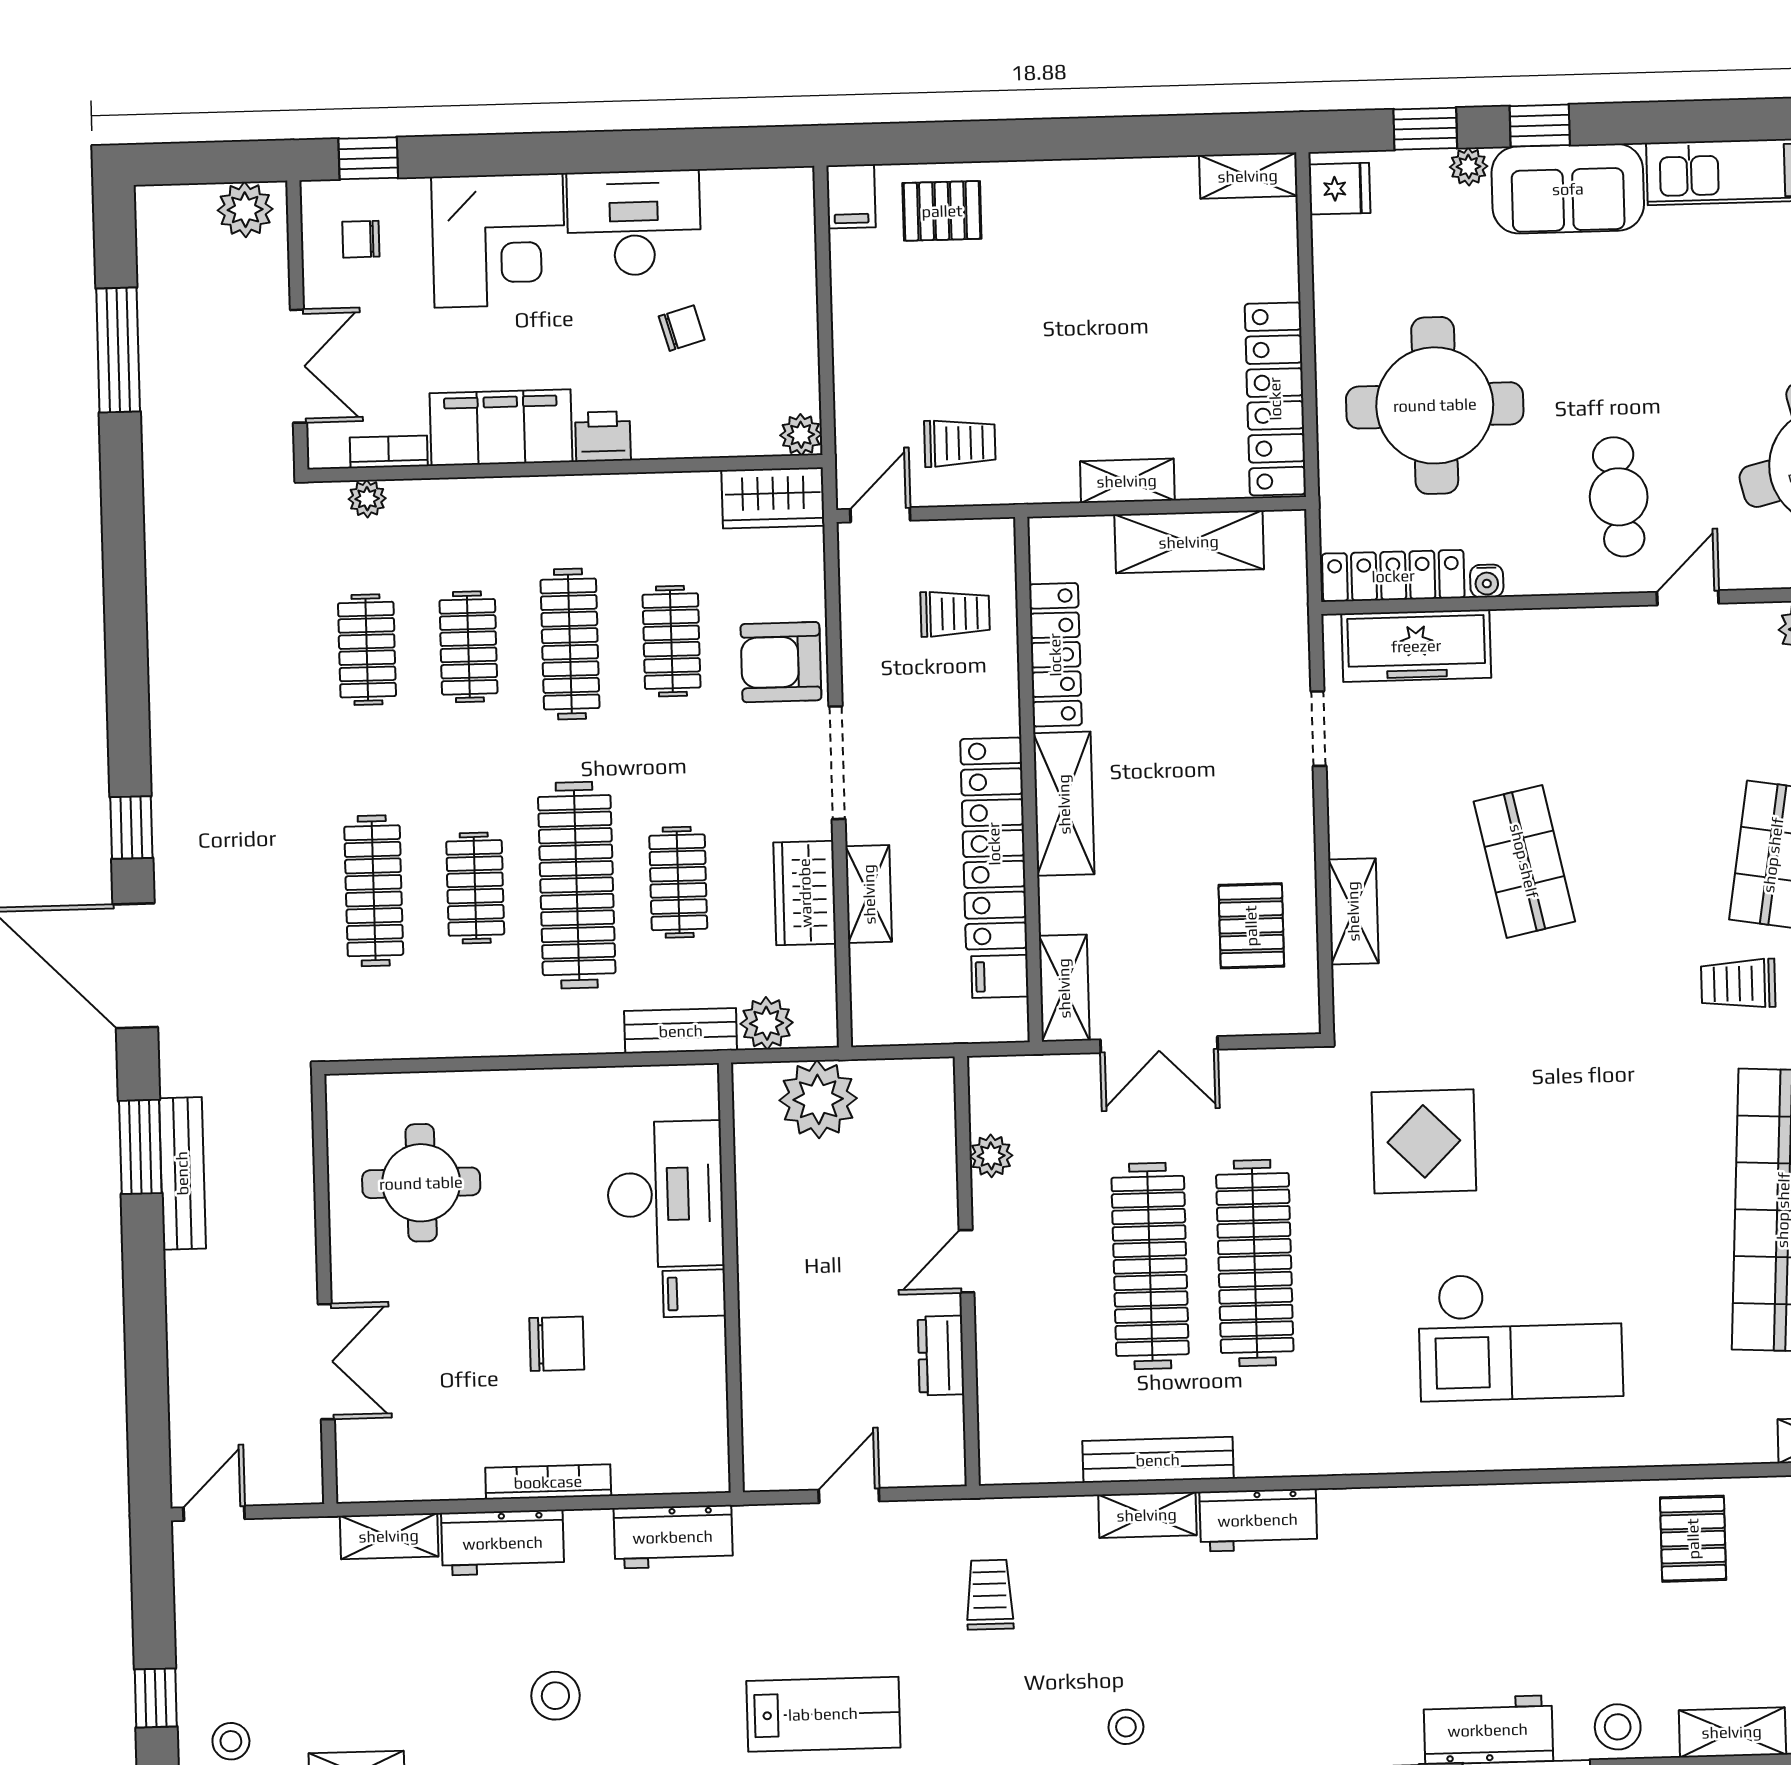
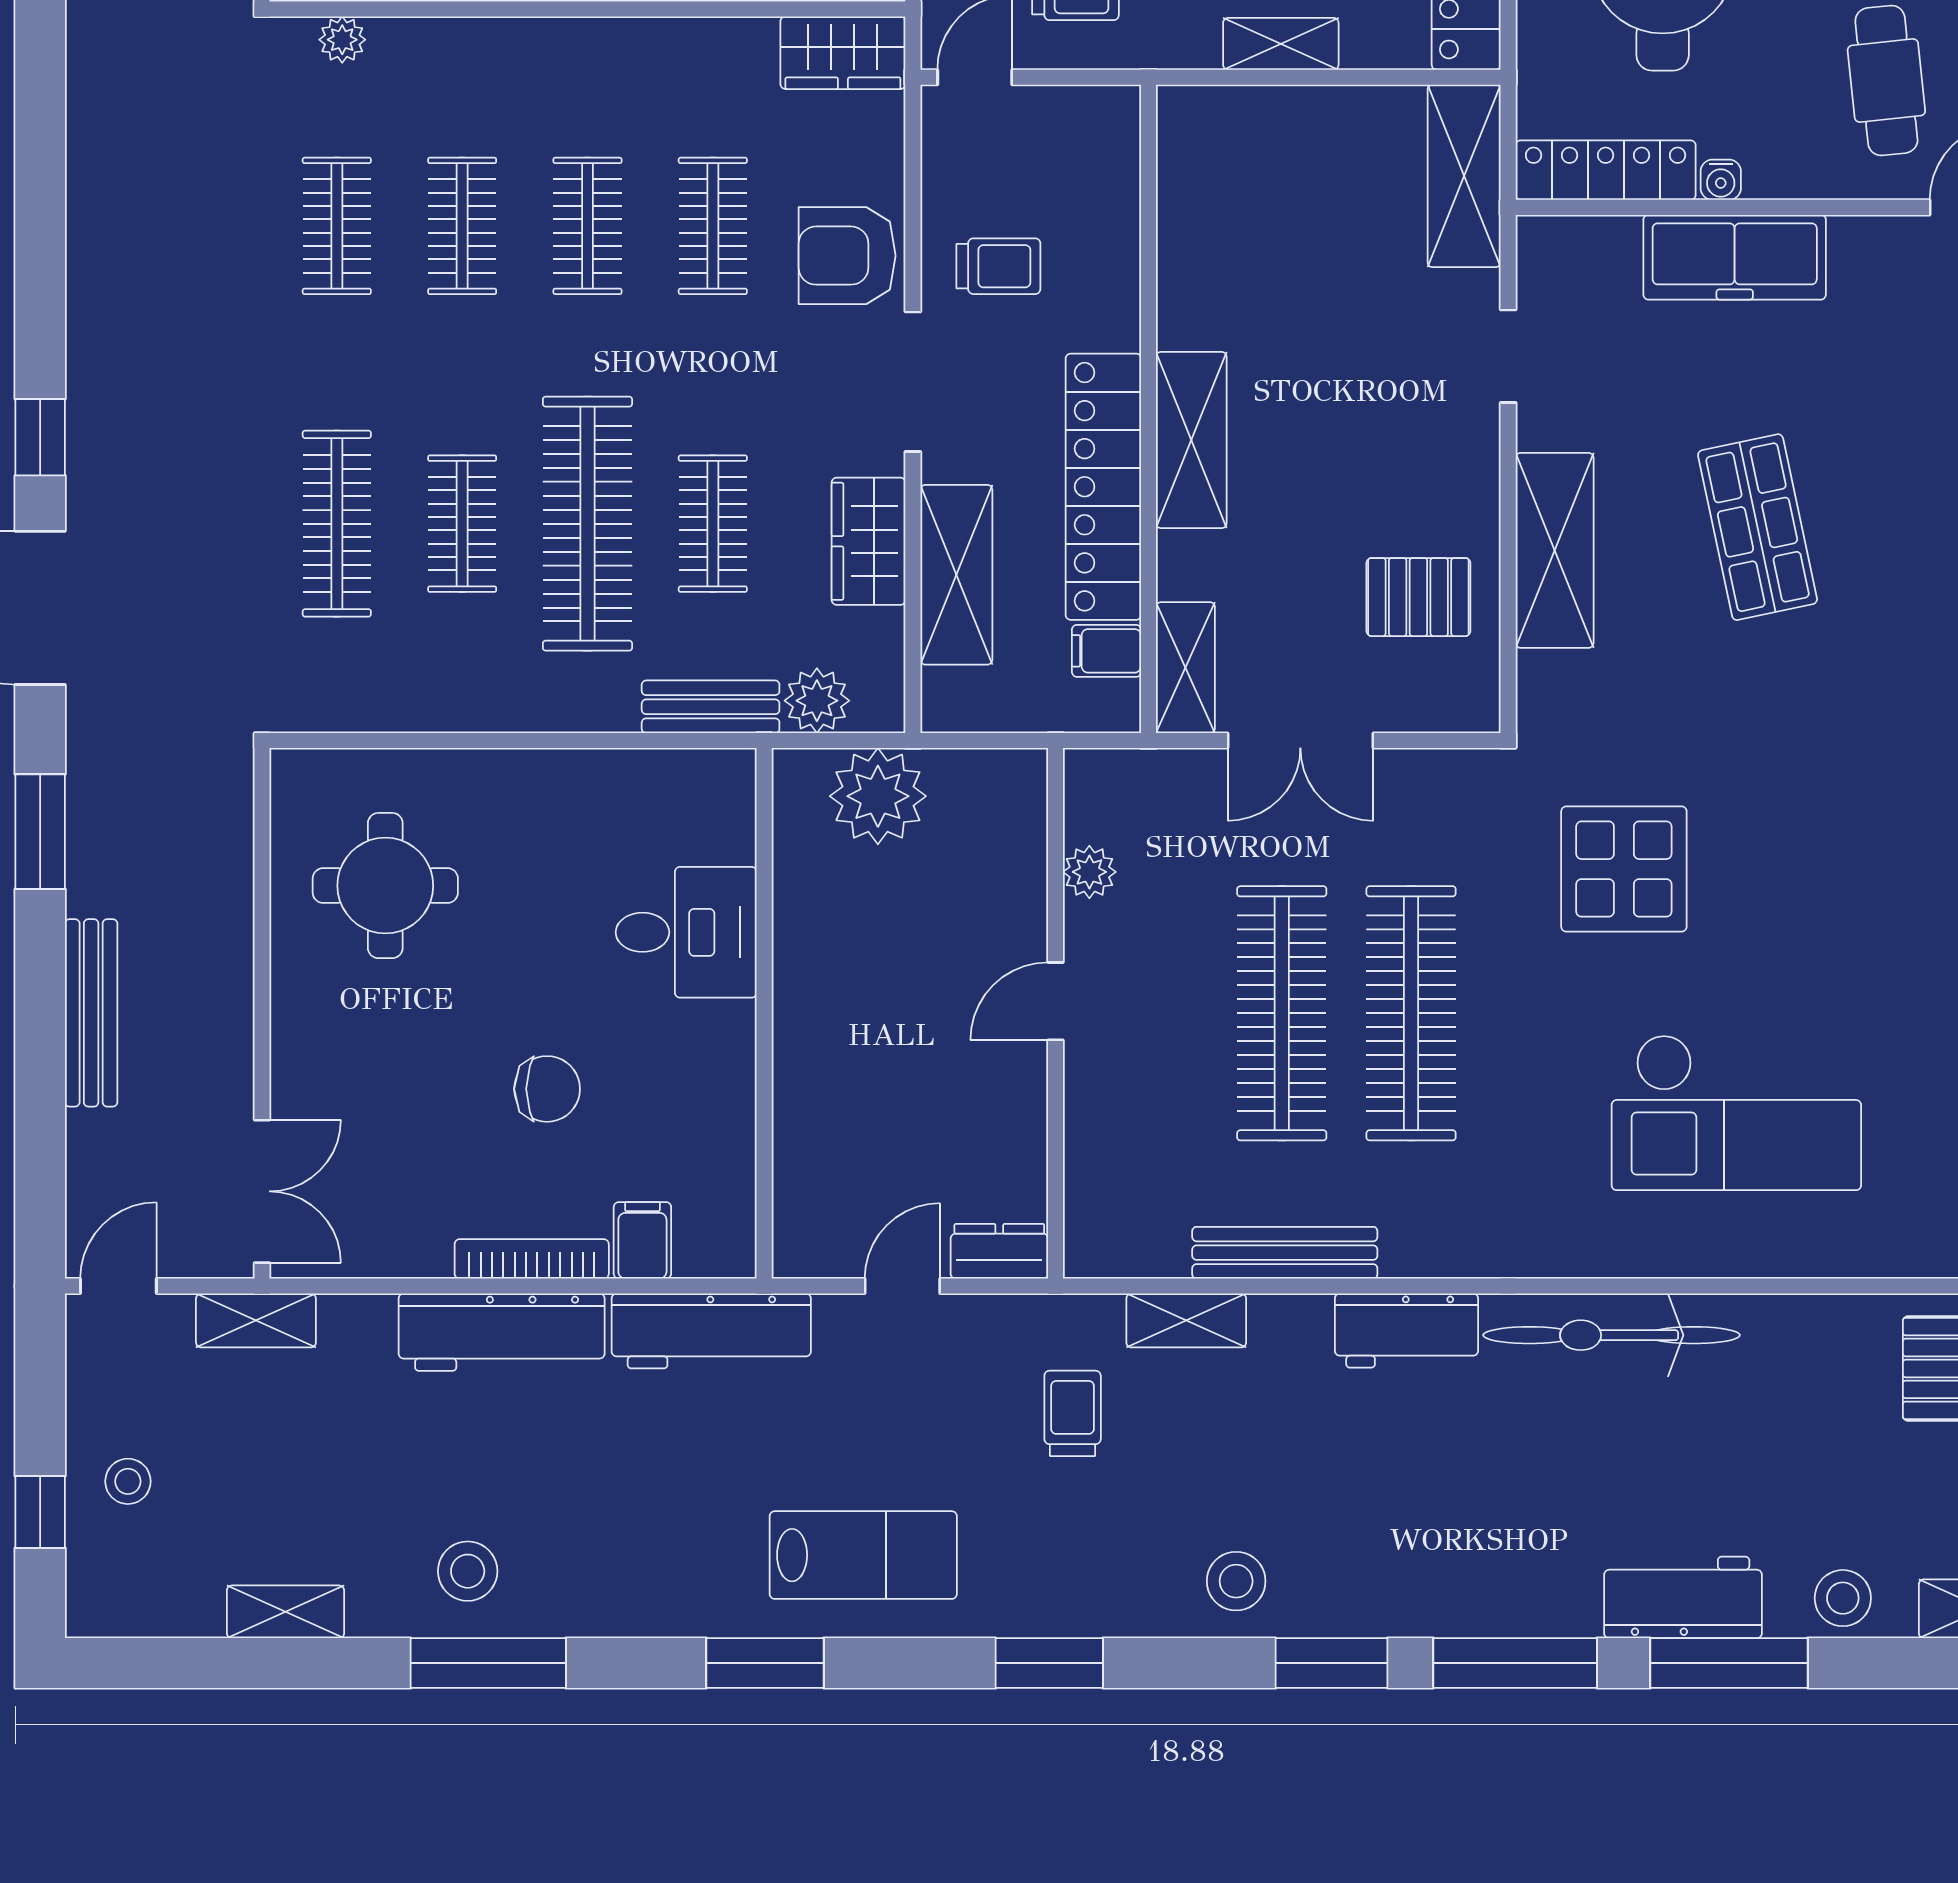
shelving: (1189, 542) -> (1464, 176), moved, turned 90
trolley: (955, 614) -> (998, 266), moved
clothes rail: (570, 644) -> (587, 226), width x0.73
freezer: (1416, 646) -> (1735, 257), moved
locker: (1055, 655) -> (1186, 256), removed
shelving: (869, 894) -> (956, 575), width x1.50, depth x1.33
shelving: (1353, 911) -> (1555, 550), width x1.50, depth x1.33
pallet: (1251, 926) -> (1418, 597), turned 90
bench: (182, 1173) -> (91, 1013), moved
desk: (665, 1194) -> (686, 932), width x0.73
filing cabinet: (694, 1293) -> (642, 1240), moved, turned 90
dresser: (941, 1356) -> (999, 1251), moved, turned 90
double door: (326, 1362) -> (262, 1191), moved
shelving: (1147, 1515) -> (1186, 1320), moved
bicycle: (1424, 1519) -> (1612, 1335), added
shelving: (389, 1536) -> (256, 1320), moved
workbench: (673, 1537) -> (711, 1331), width x1.37
workbench: (503, 1543) -> (502, 1332), width x1.38
stool: (555, 1696) -> (468, 1571), moved
stool: (1126, 1727) -> (1236, 1581), width x1.37, depth x1.37
stool: (231, 1741) -> (128, 1481), moved

